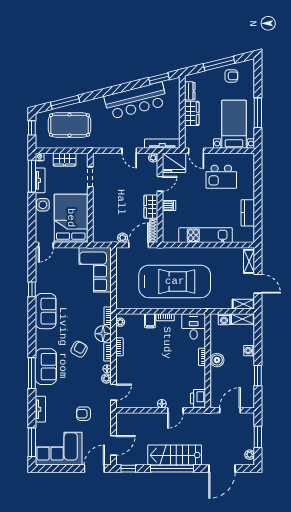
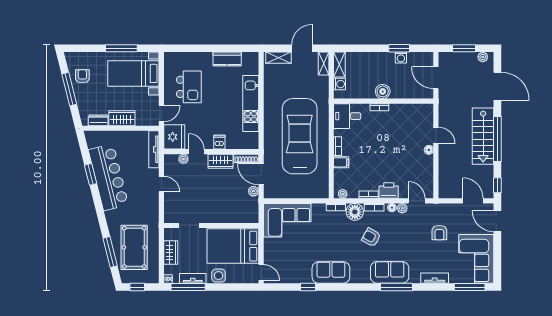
window: (159, 79) -> (91, 174), moved
door: (129, 151) -> (161, 184), hinge flipped
plant: (153, 158) -> (183, 159), moved
washing machine: (249, 351) -> (401, 57), moved
printer: (198, 398) -> (389, 191), moved, turned 180

